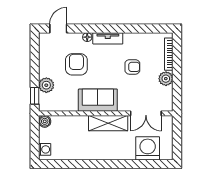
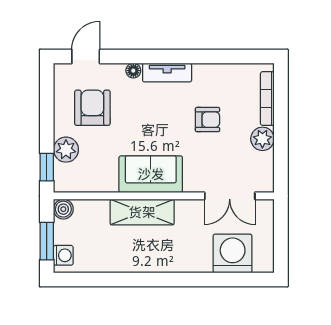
armchair: (76, 64) -> (92, 108), moved
shelving: (108, 123) -> (142, 212), moved
window: (35, 141) -> (47, 241), added

